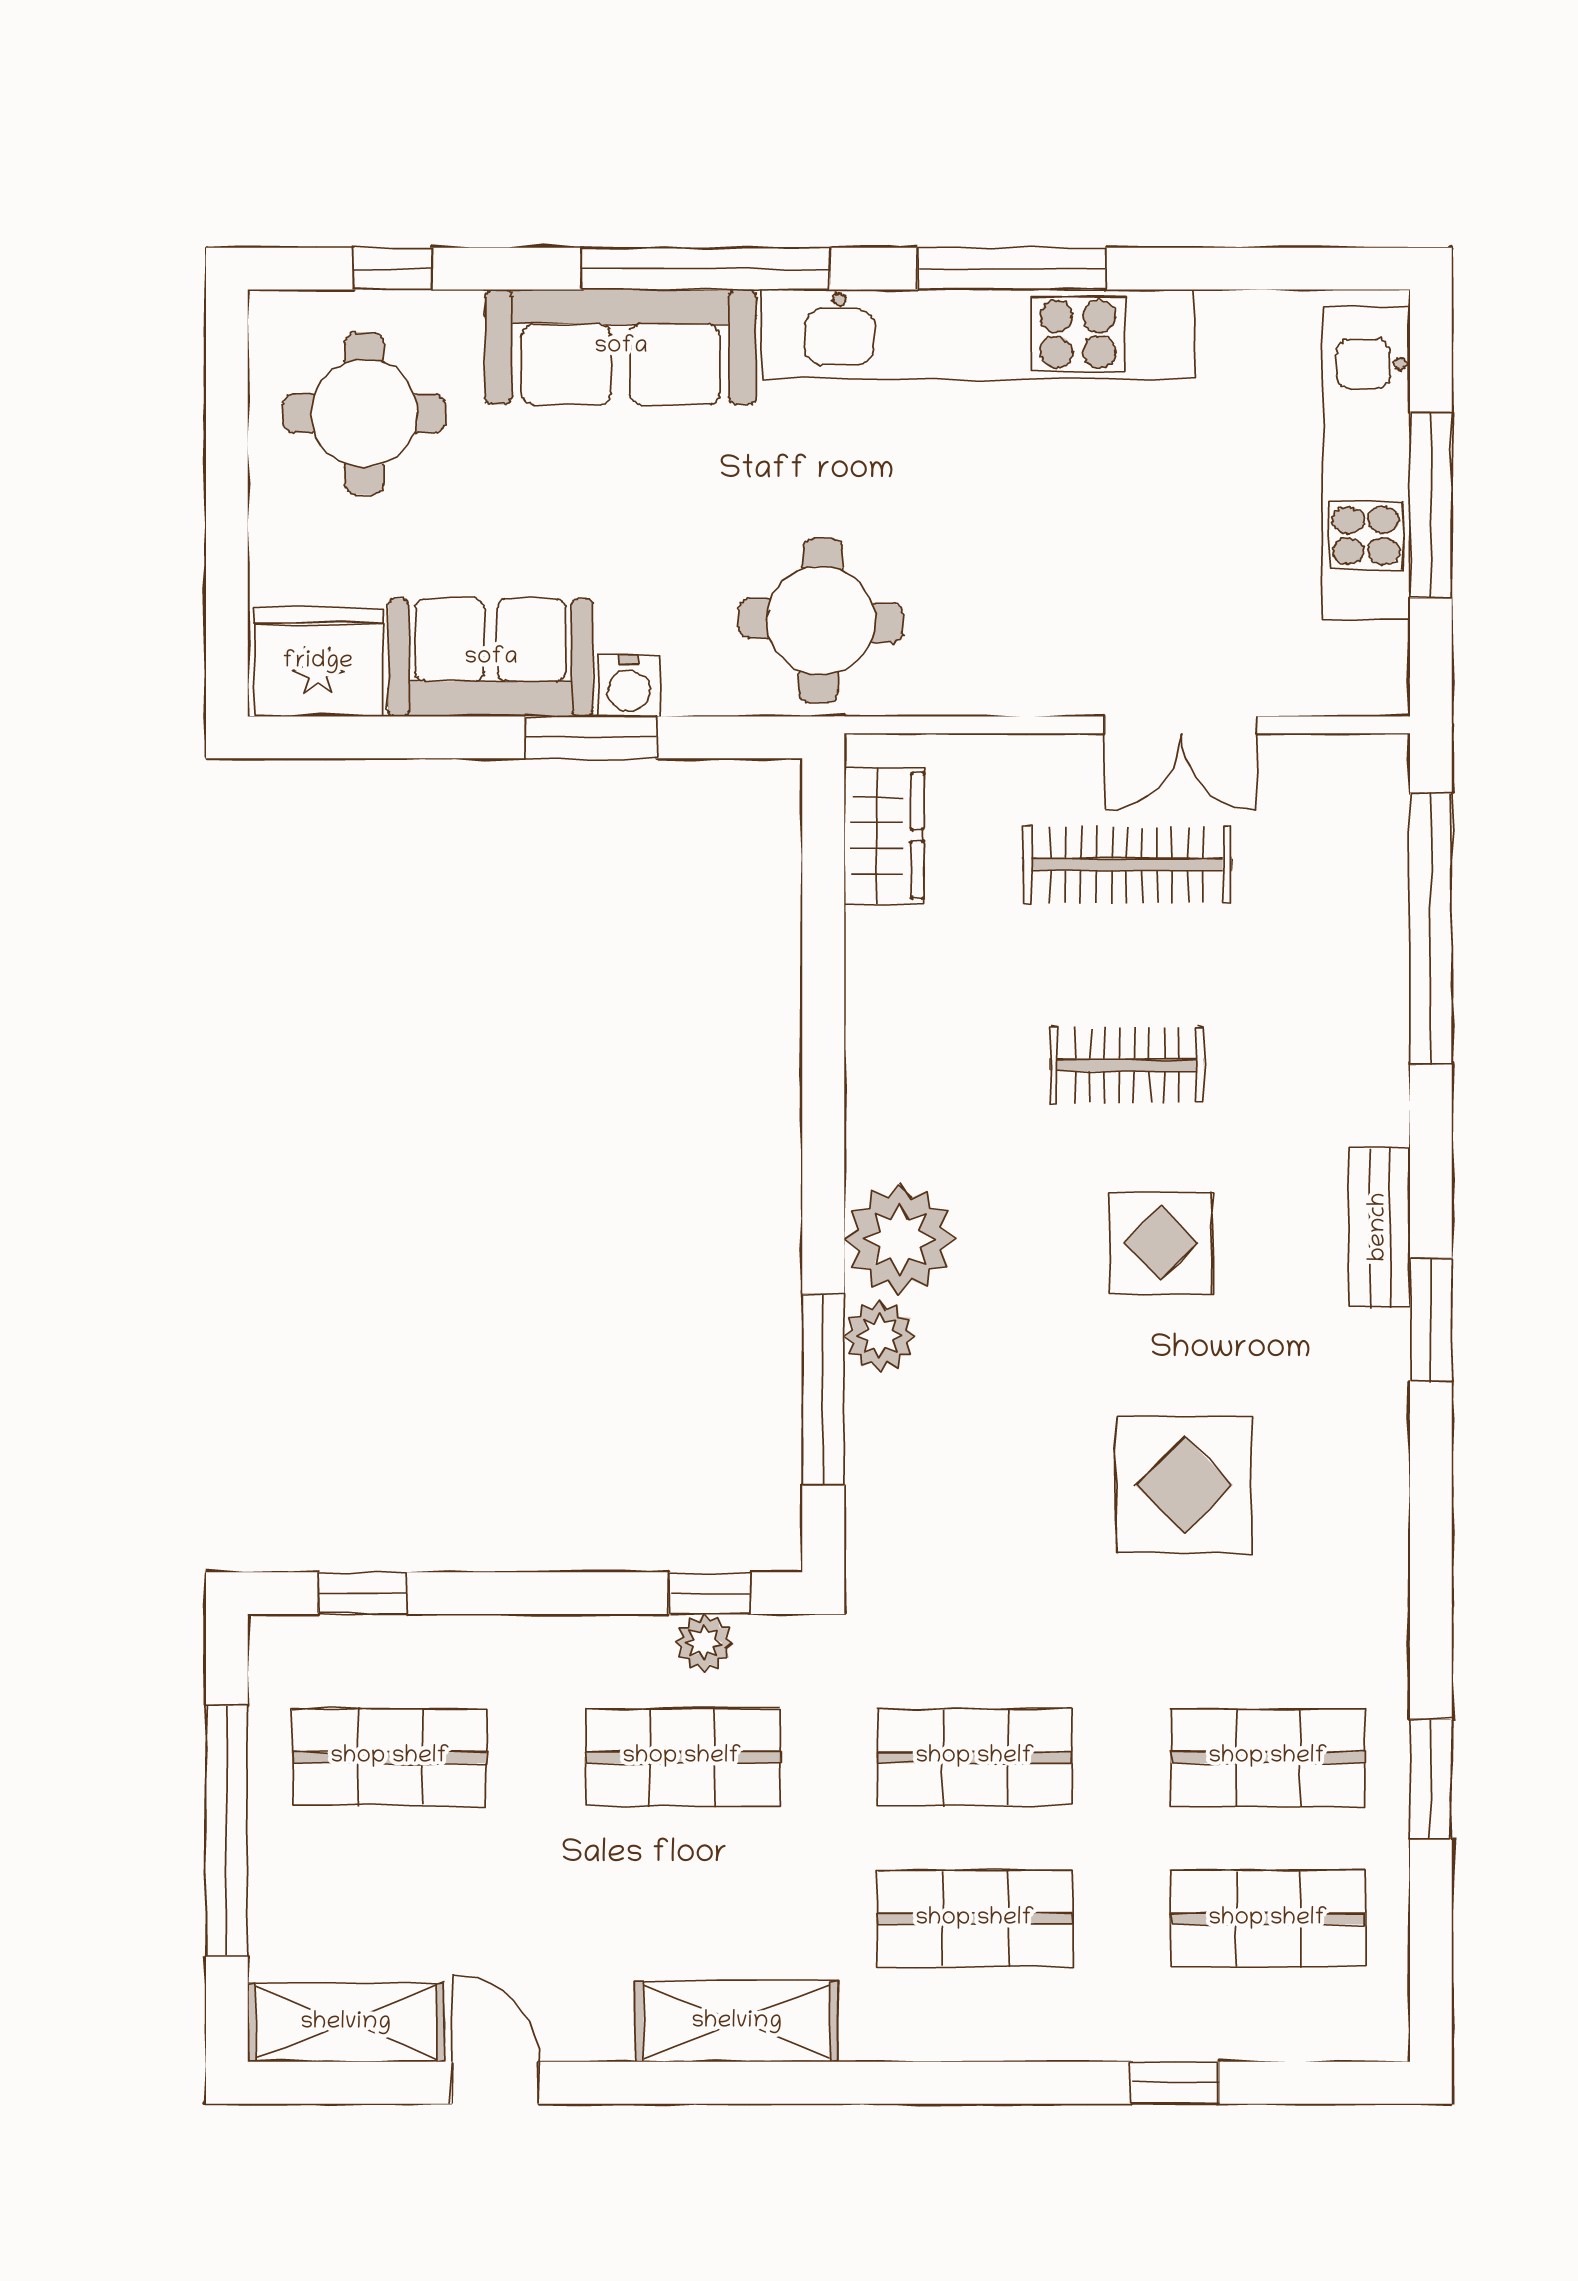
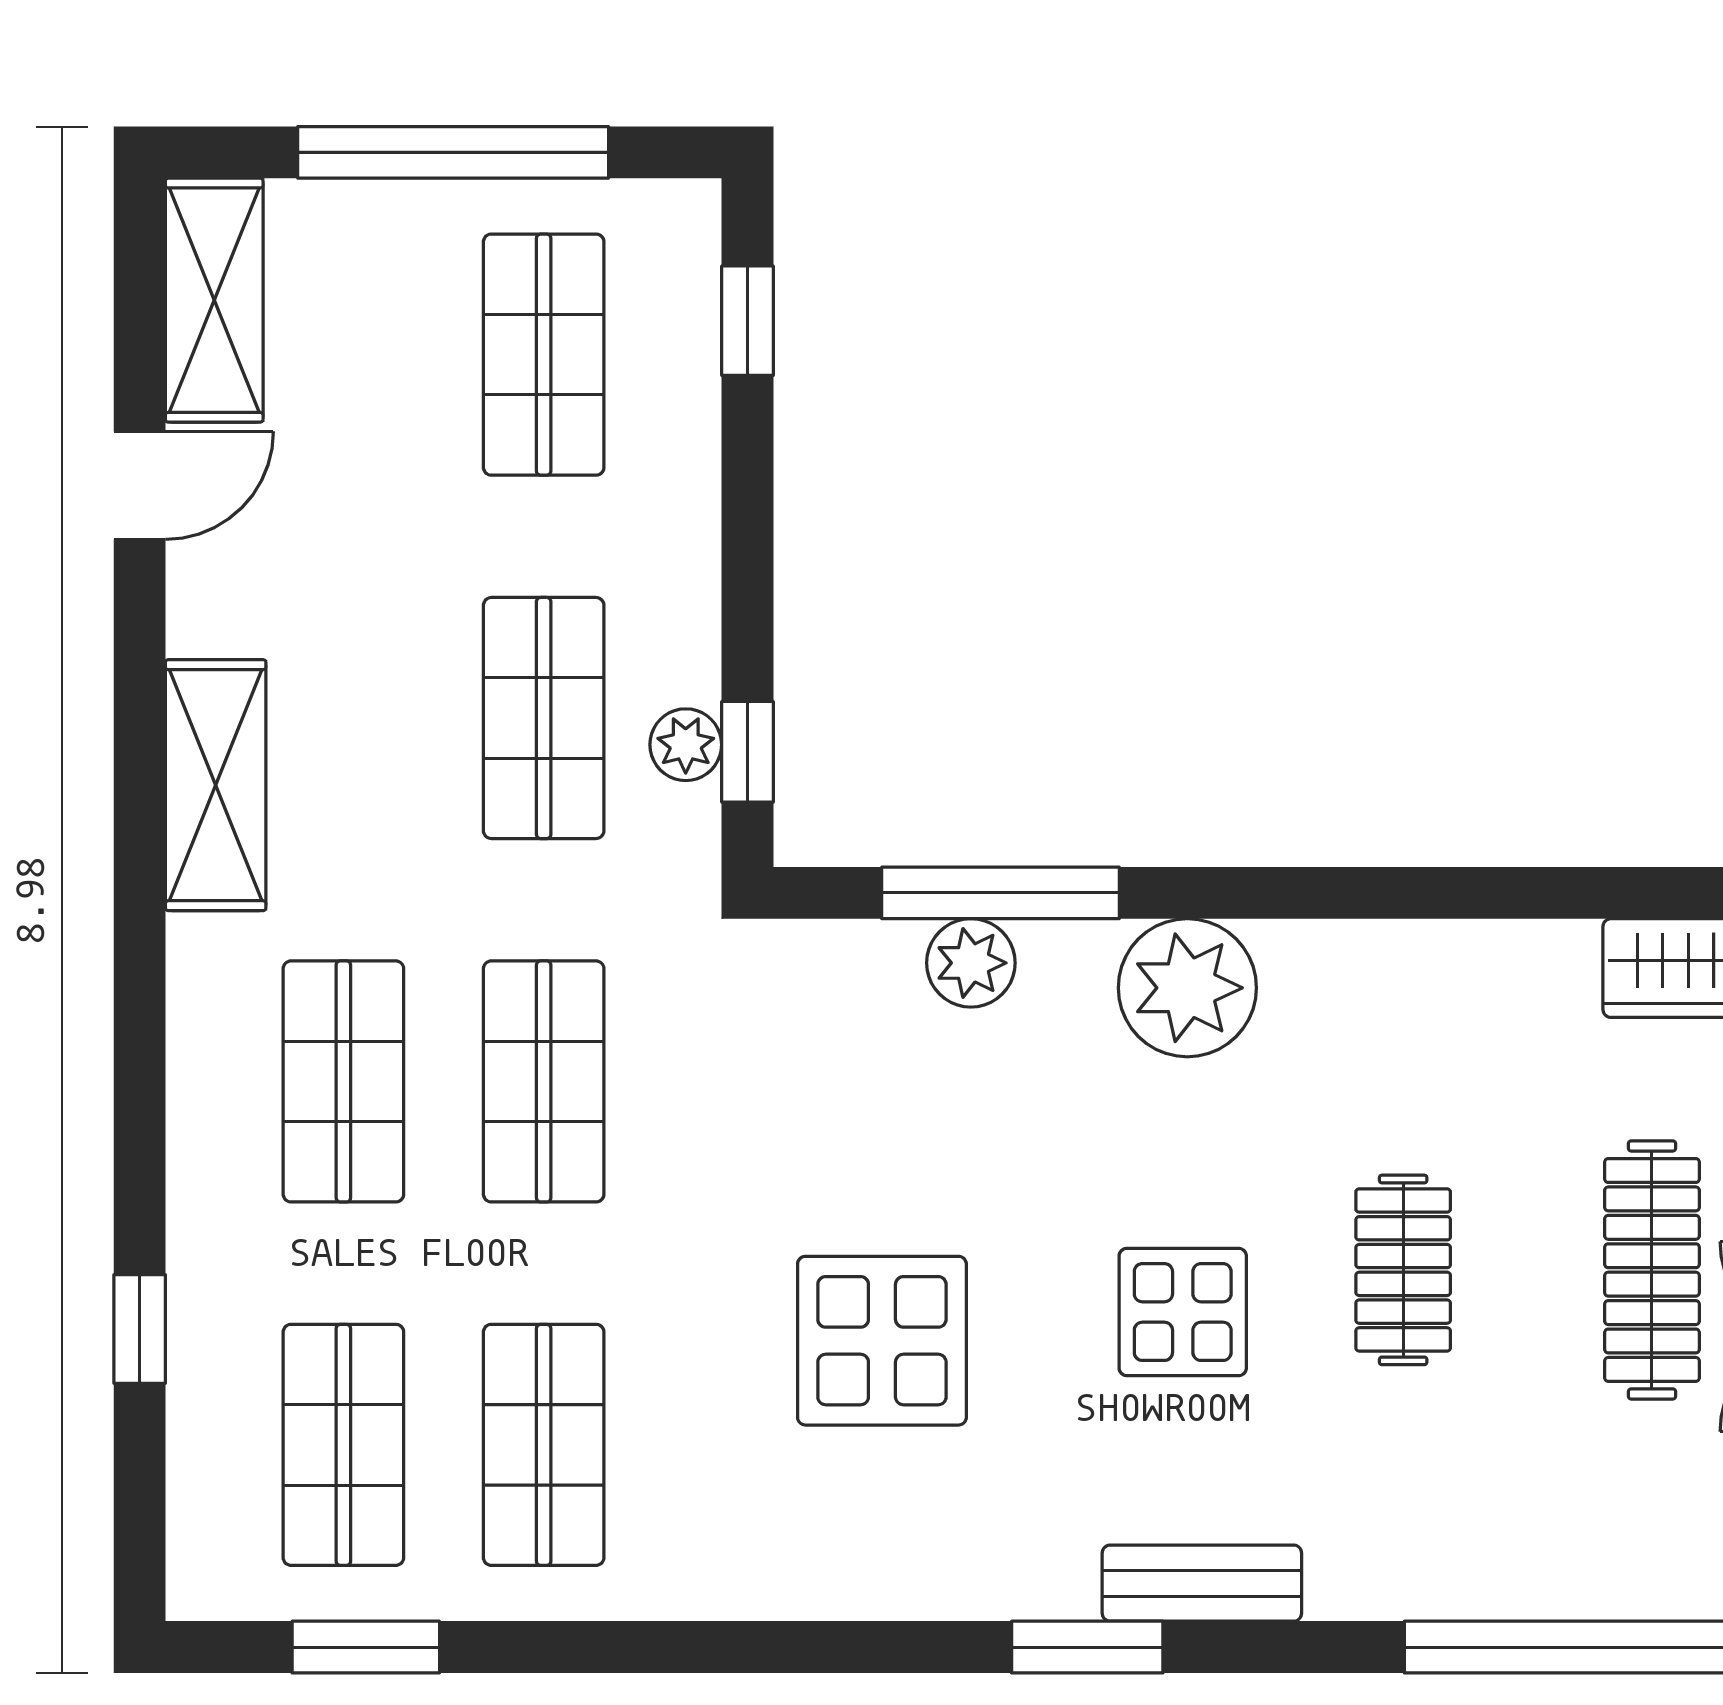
plant: (880, 1336) -> (971, 963), moved
window: (1431, 1779) -> (366, 1647), moved

